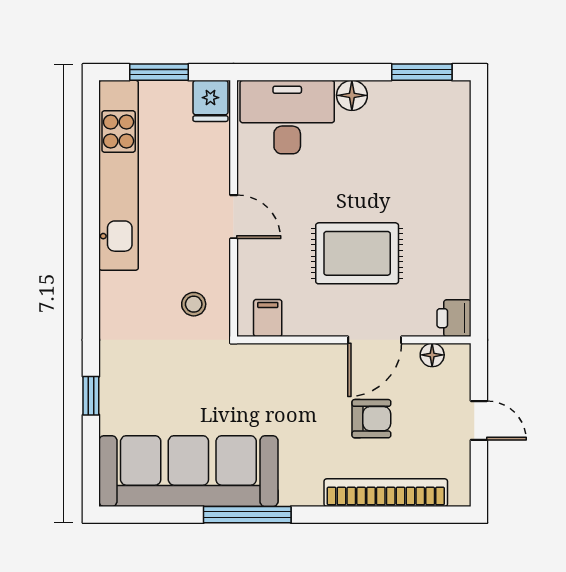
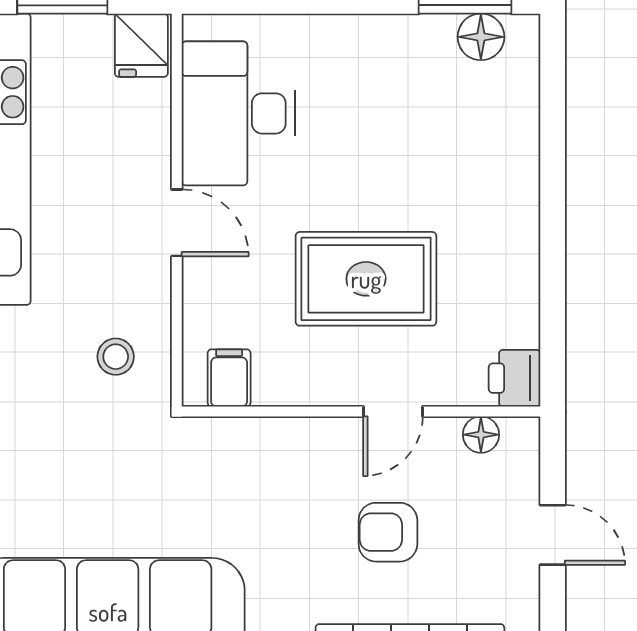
floor lamp: (352, 95) -> (481, 37), moved
desk: (287, 117) -> (238, 113), moved, turned -90
door: (375, 340) -> (393, 411), width x0.73
armchair: (371, 419) -> (388, 532), turned 180

